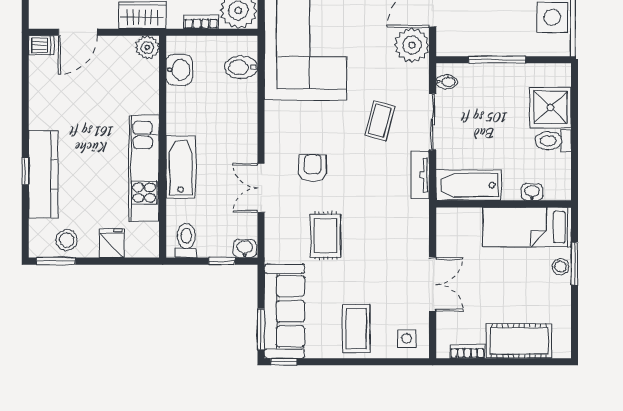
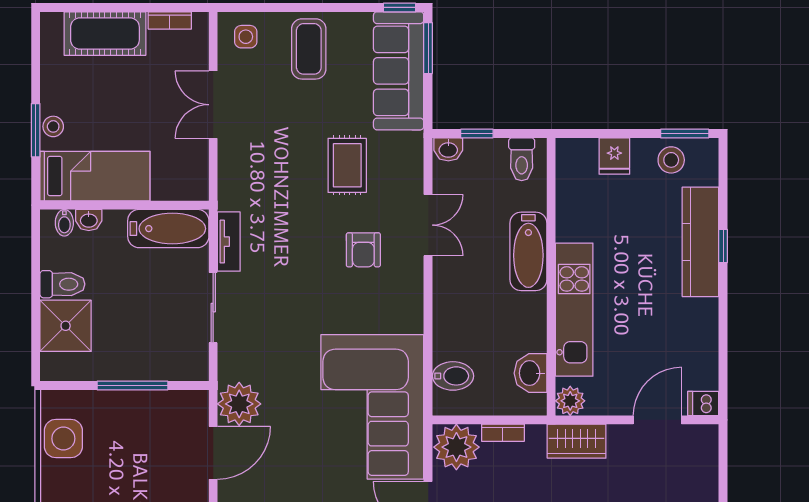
bidet: (447, 82) -> (64, 223), moved, turned -90
coffee table: (380, 121) -> (279, 309), removed
kitchen unit: (144, 168) -> (574, 310), moved

